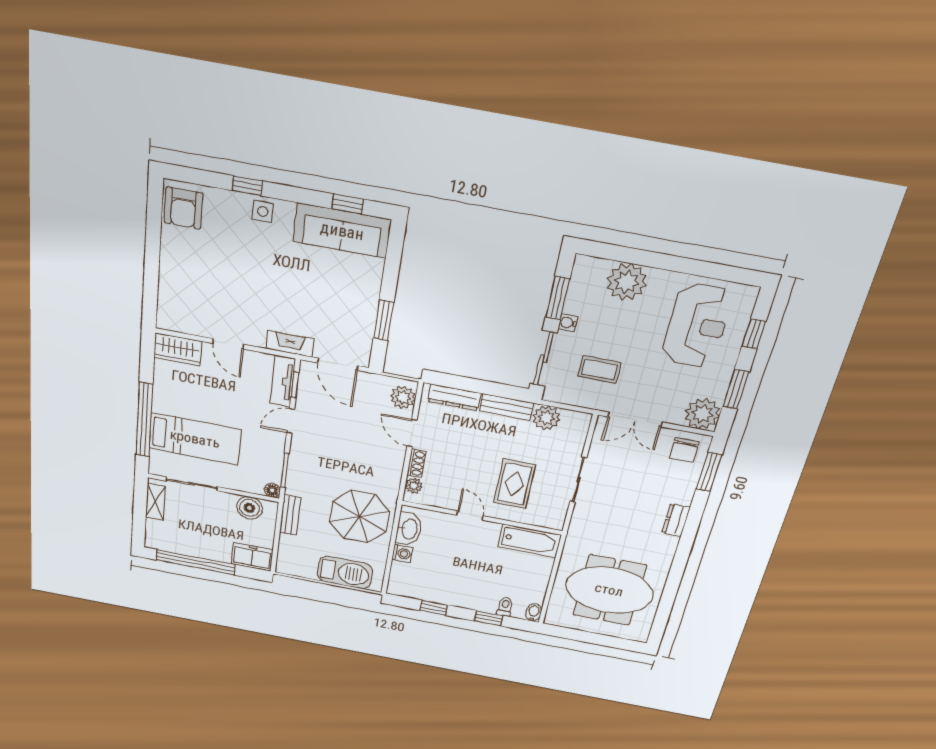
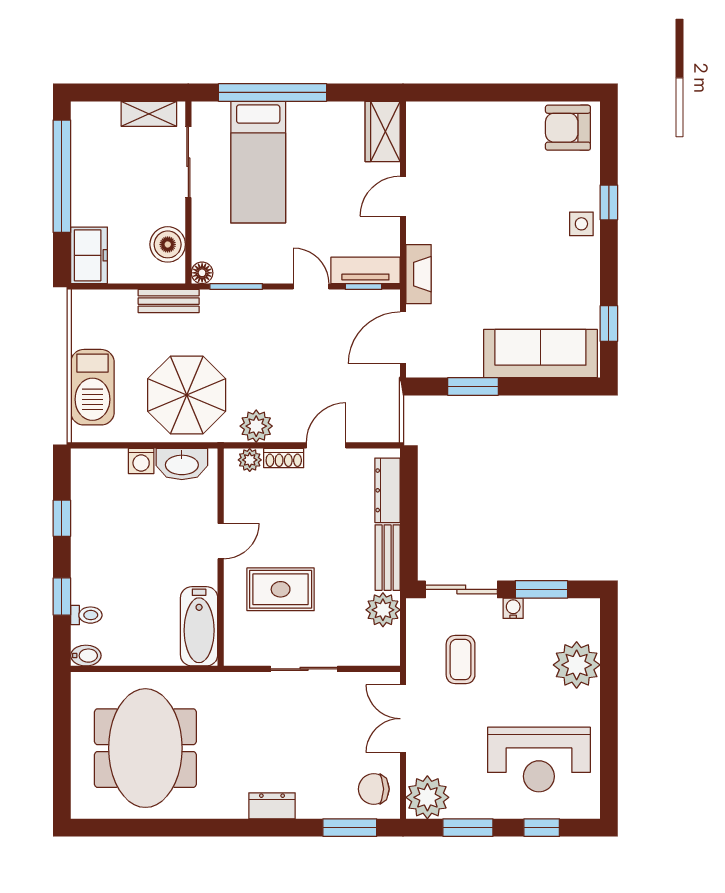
sofa: (342, 231) -> (540, 354), moved, turned 90
plant: (403, 397) -> (256, 426), moved

